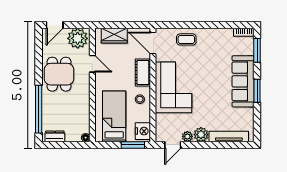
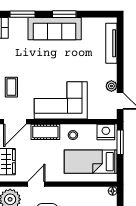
plant: (201, 135) -> (109, 72), removed

